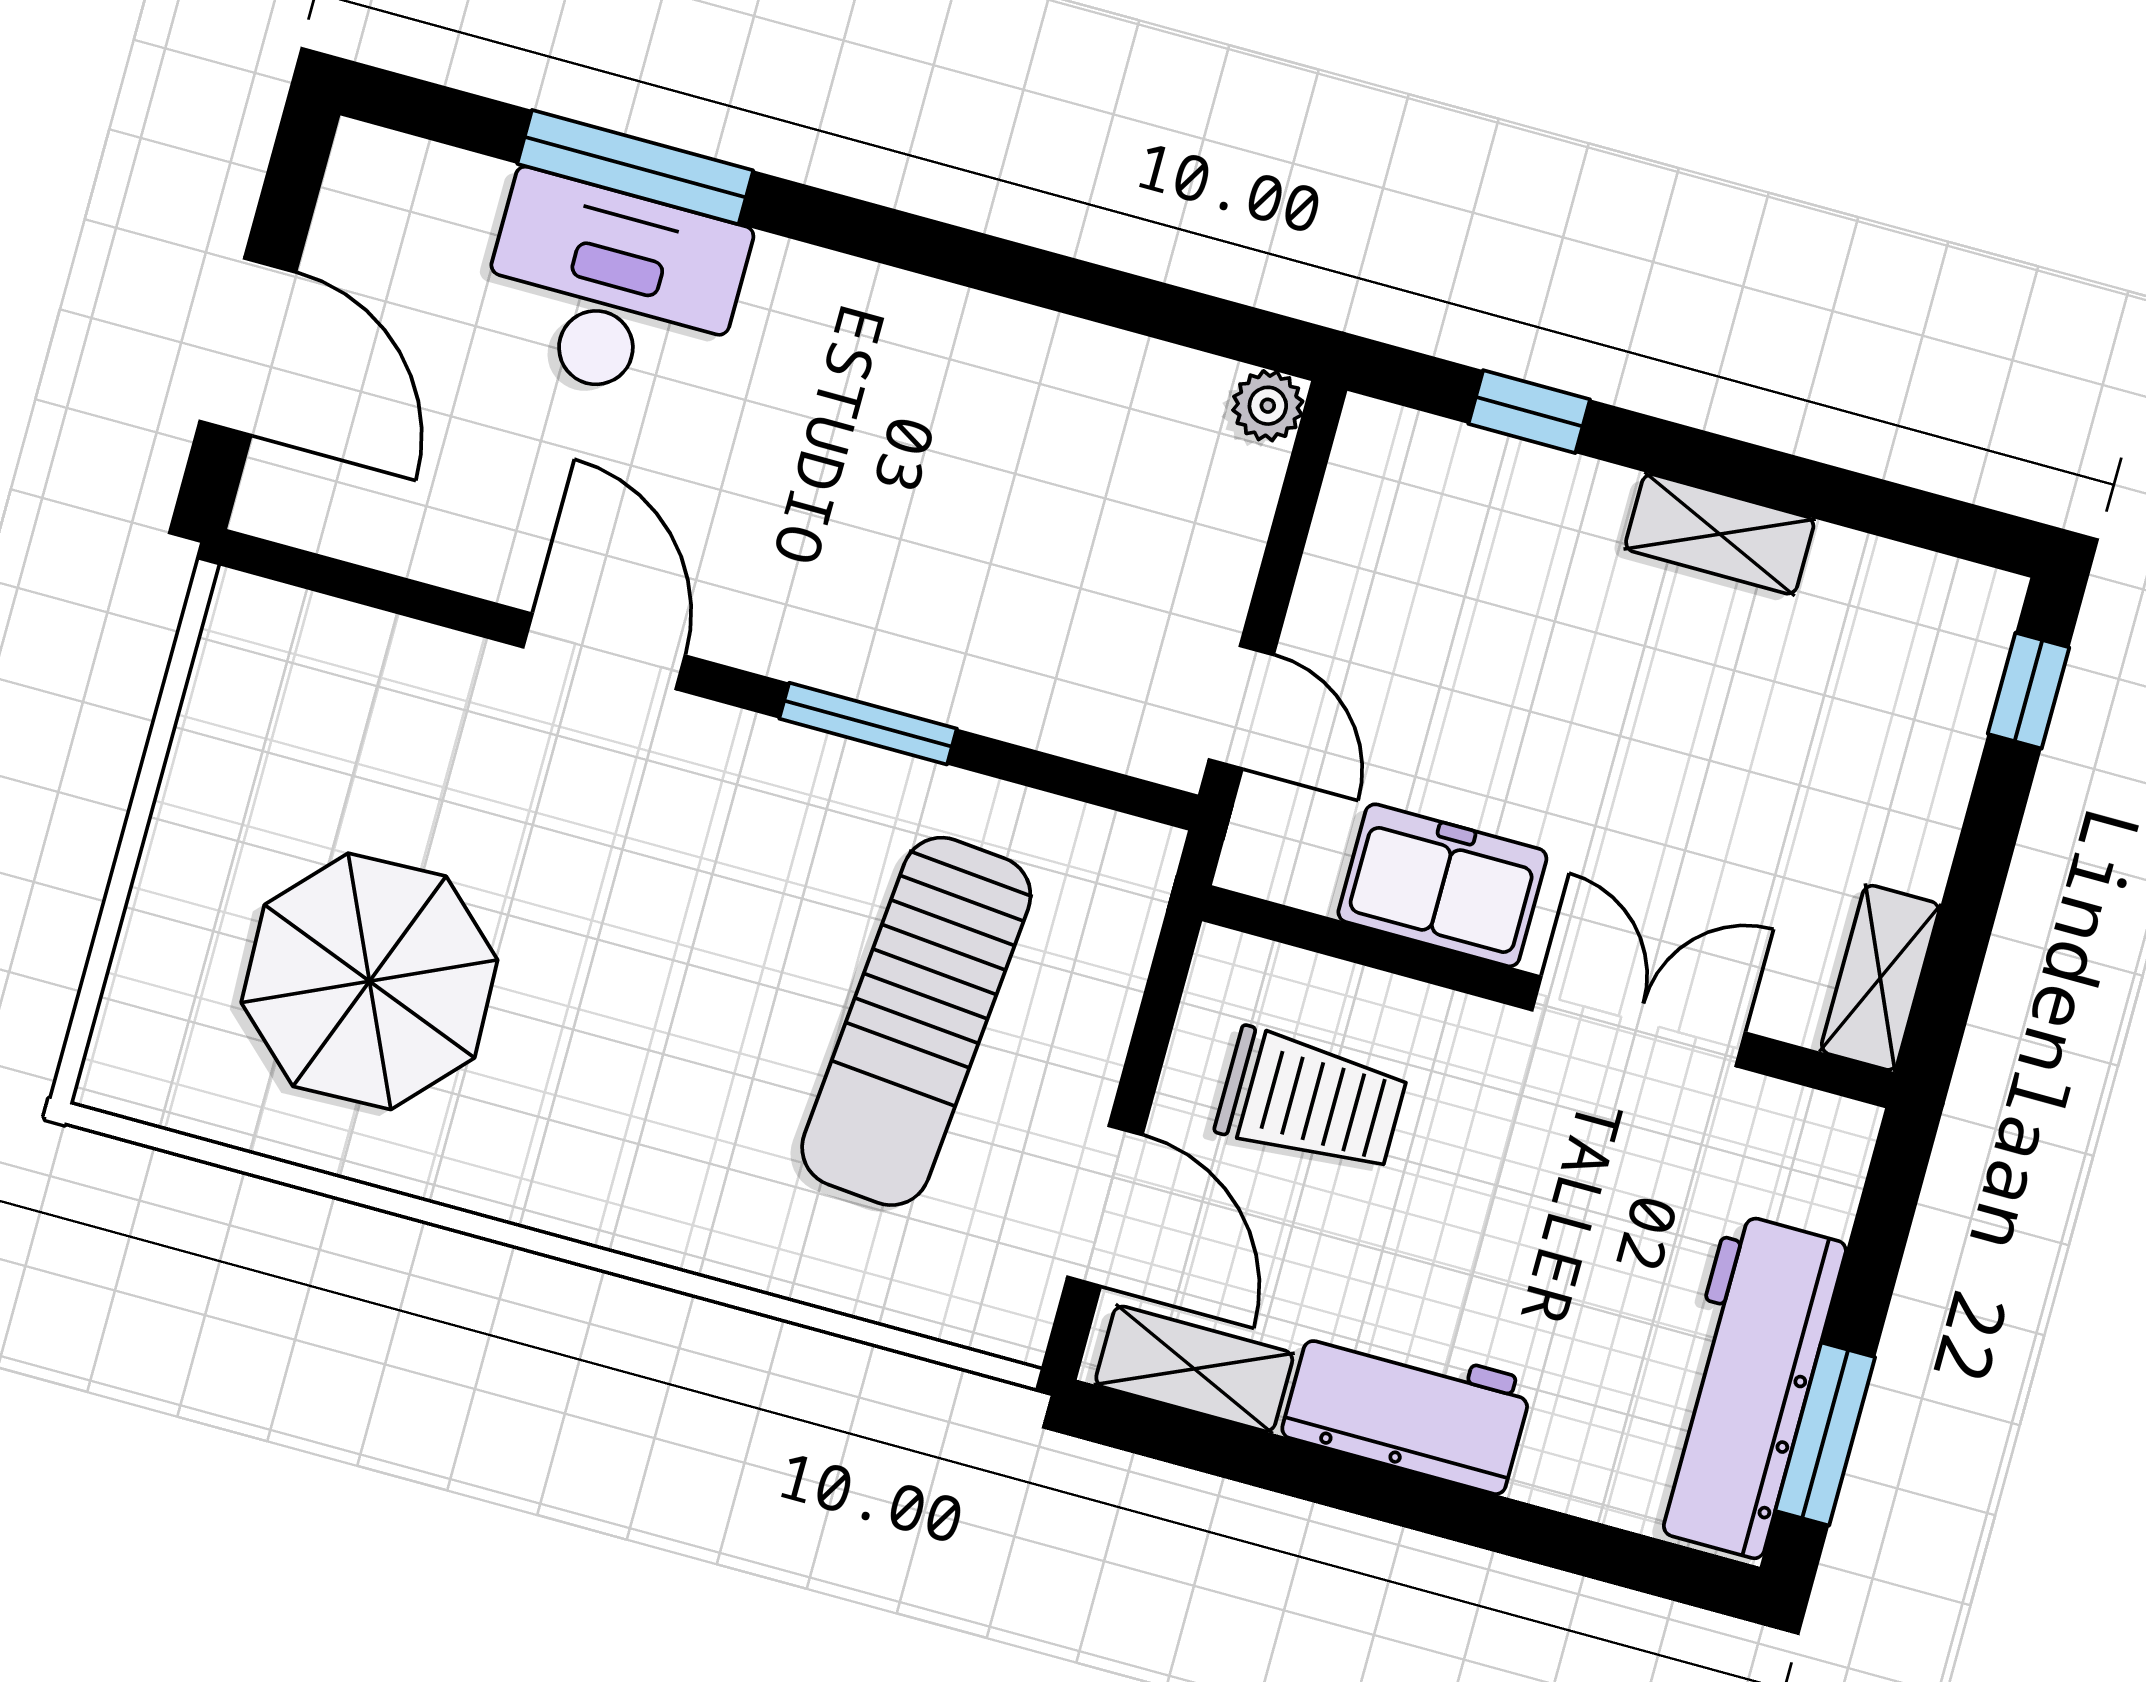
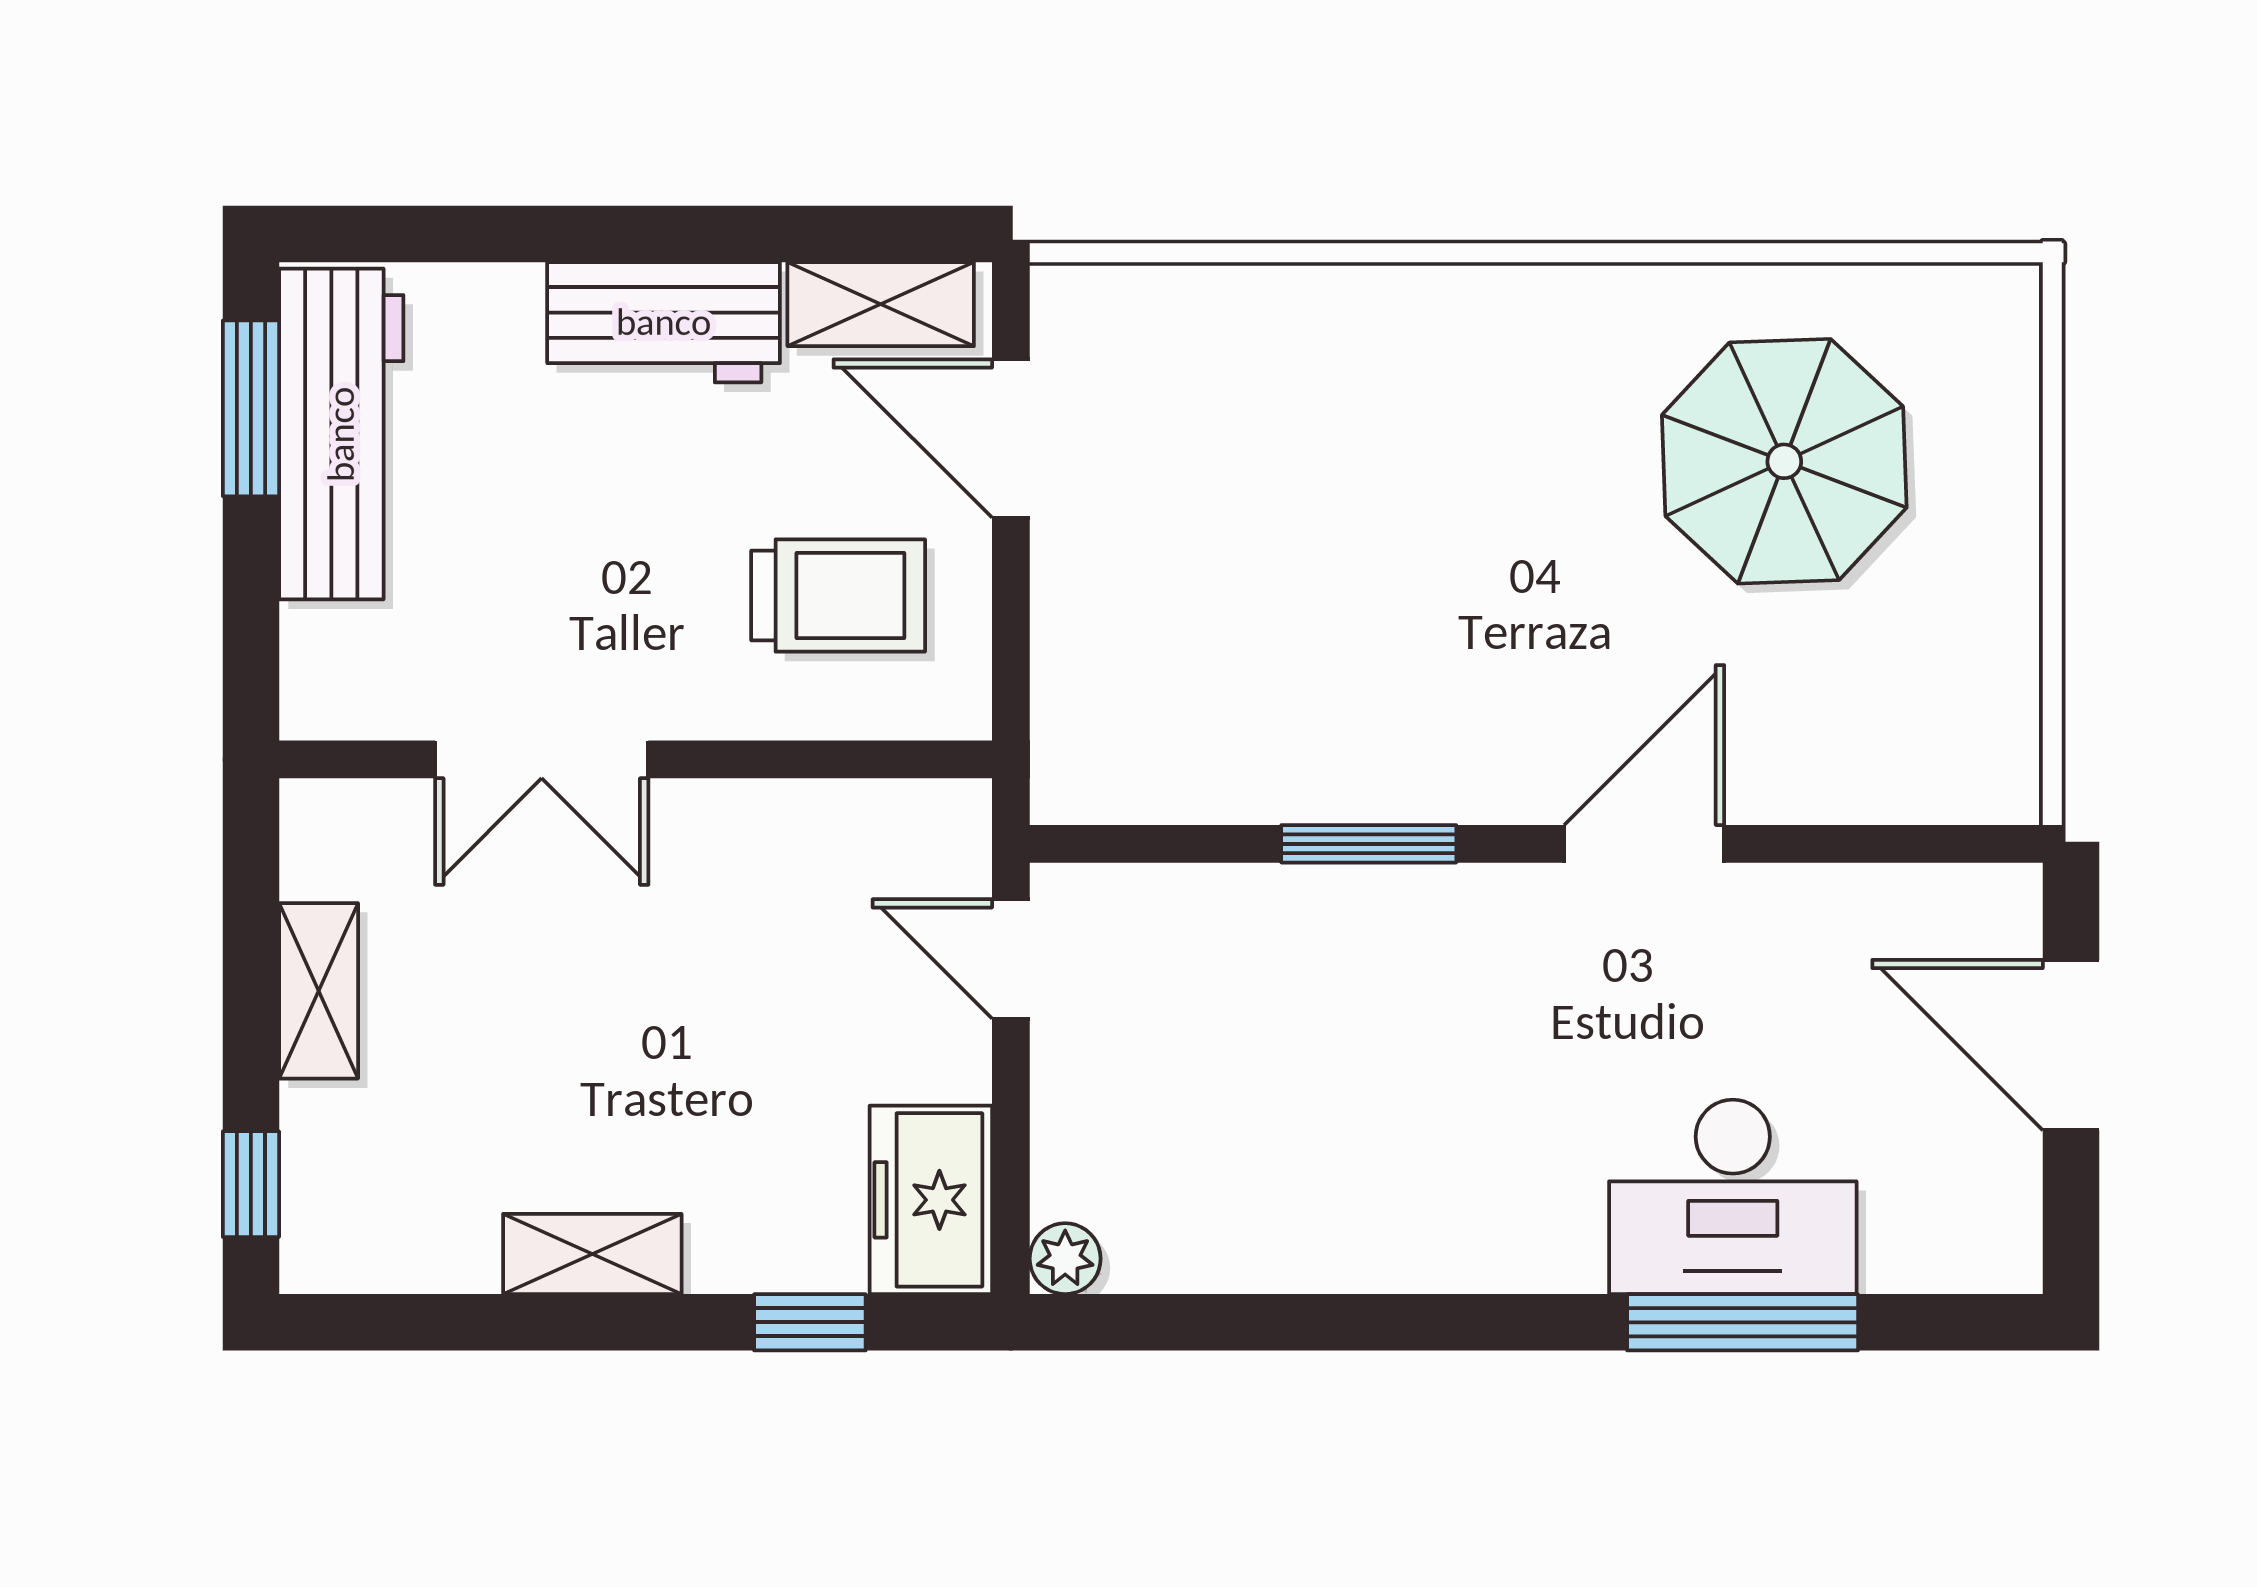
door: (604, 651) -> (1644, 844), swing flipped
freezer: (1442, 885) -> (931, 1200), moved, turned 90
shelving: (1880, 978) -> (319, 991), moved
sun lounger: (916, 1021) -> (1243, 568), removed
trolley: (1311, 1101) -> (838, 595), turned 180

